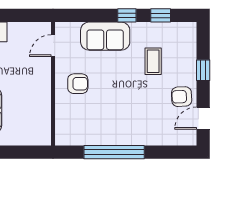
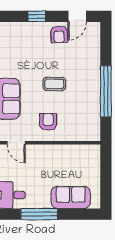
coffee table: (153, 61) -> (54, 84), moved
door: (203, 118) -> (77, 16), hinge flipped

